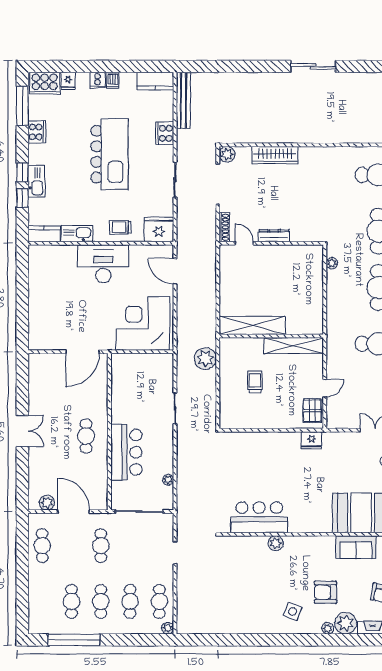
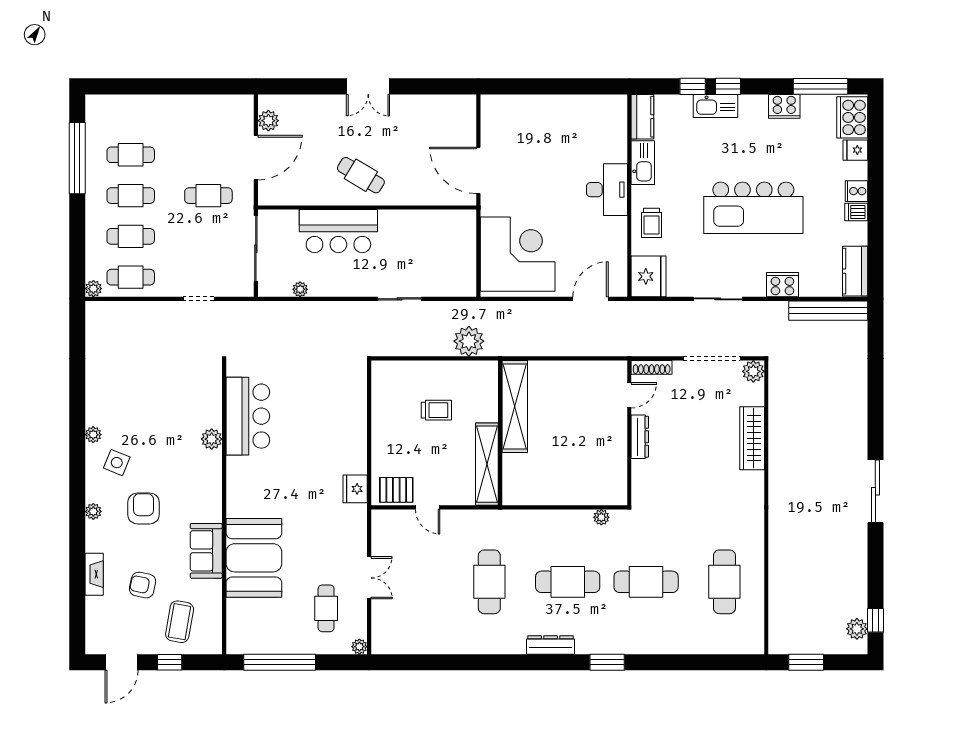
trolley: (120, 227) -> (651, 223), turned 180
desk: (103, 264) -> (607, 190), width x0.73, depth x0.77
cafe table: (86, 436) -> (361, 175), turned 31
cafe table: (42, 546) -> (208, 114), removed
plant: (346, 623) -> (93, 435), moved, width x0.53, depth x0.53

